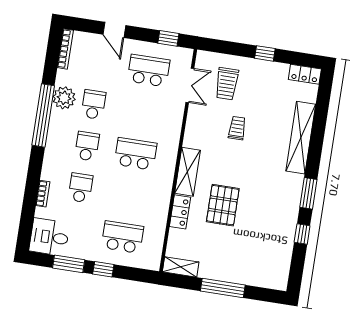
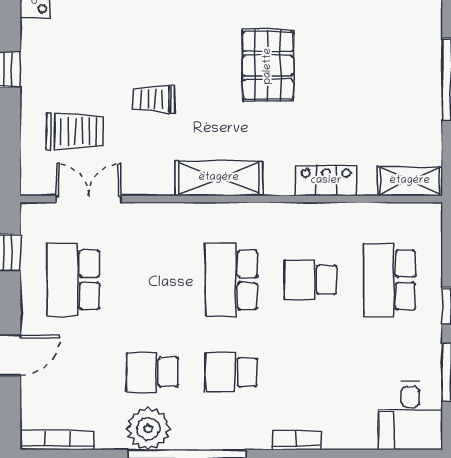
shelving: (187, 172) -> (219, 178), moved
school desk: (80, 188) -> (310, 280), moved
bookcase: (43, 194) -> (296, 440), moved
pallet: (223, 205) -> (268, 66), moved, turned 90
shelving: (181, 267) -> (410, 181), moved, turned 90

